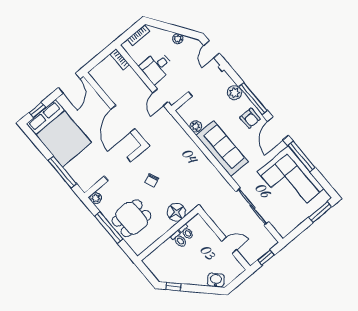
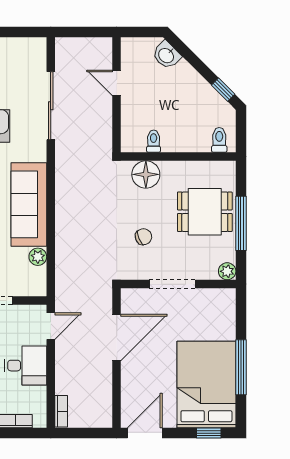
window: (62, 172) -> (241, 367), moved
toilet: (179, 239) -> (219, 140), moved
window: (266, 257) -> (85, 32), removed

